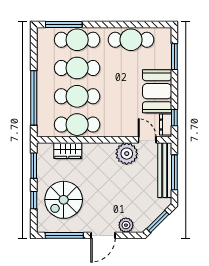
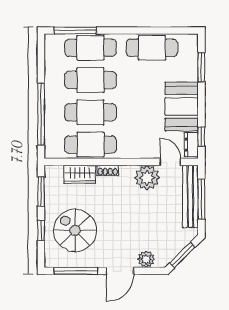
shoe rack: (92, 147) -> (108, 170), added
spiral stairs: (64, 200) -> (75, 230), turned 90

